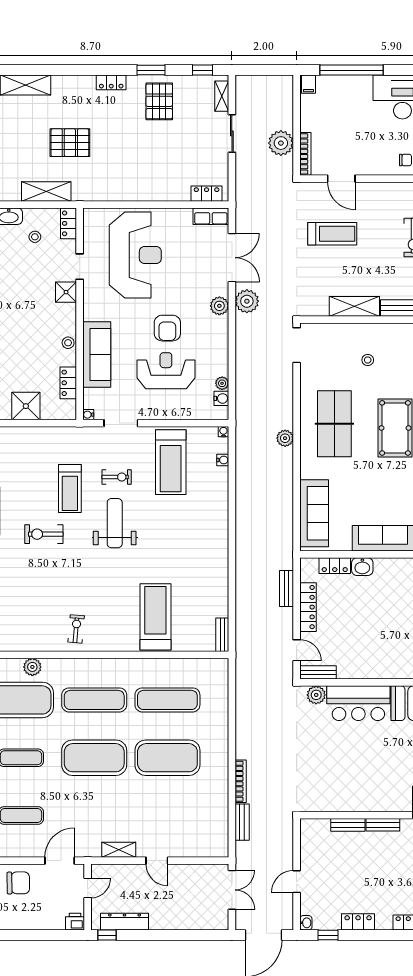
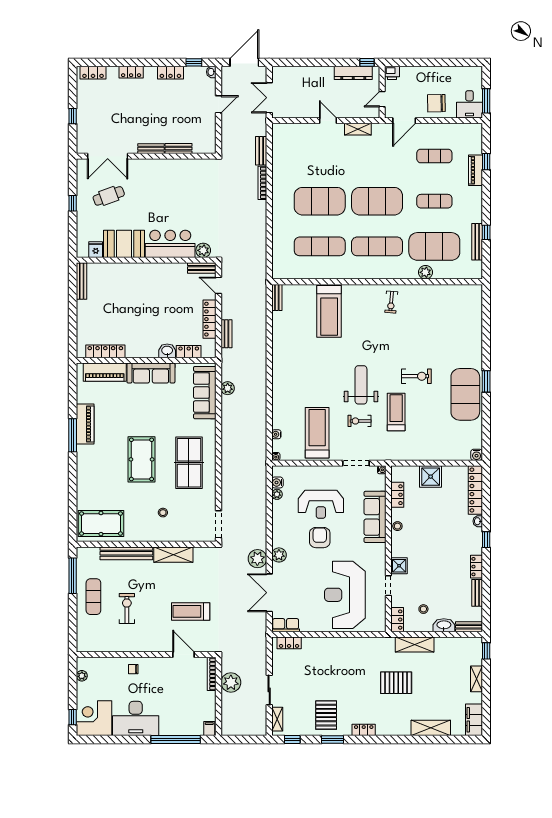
plant: (285, 438) -> (228, 388), moved
weight bench: (115, 523) -> (361, 385), turned 180

